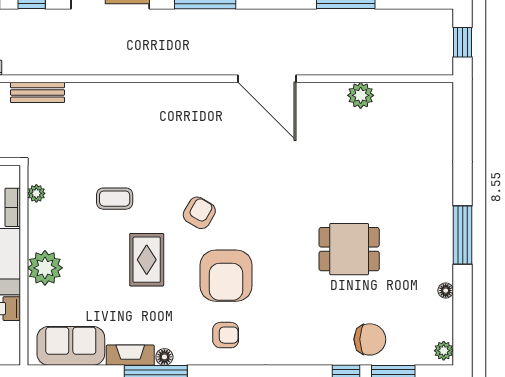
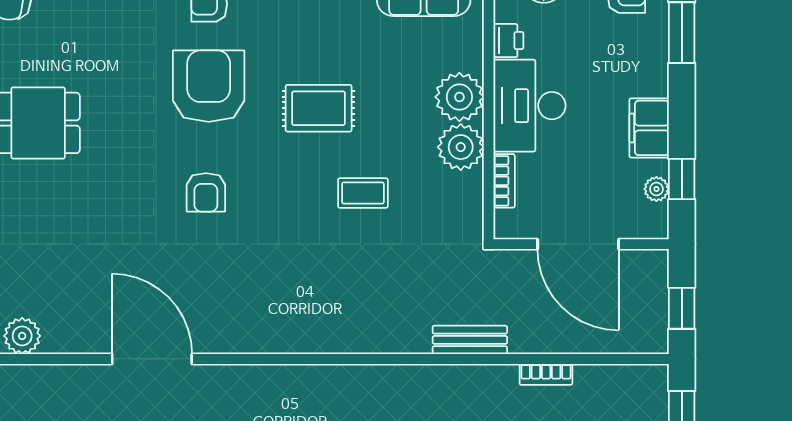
plant: (36, 193) -> (461, 147), moved, width x1.88, depth x1.88
armchair: (199, 213) -> (206, 192), moved, turned -30
rug: (147, 260) -> (319, 108), turned 90

